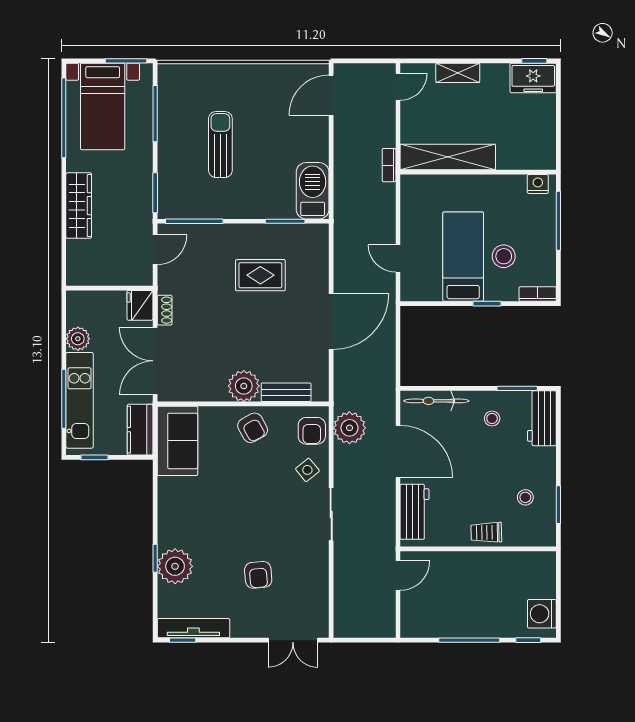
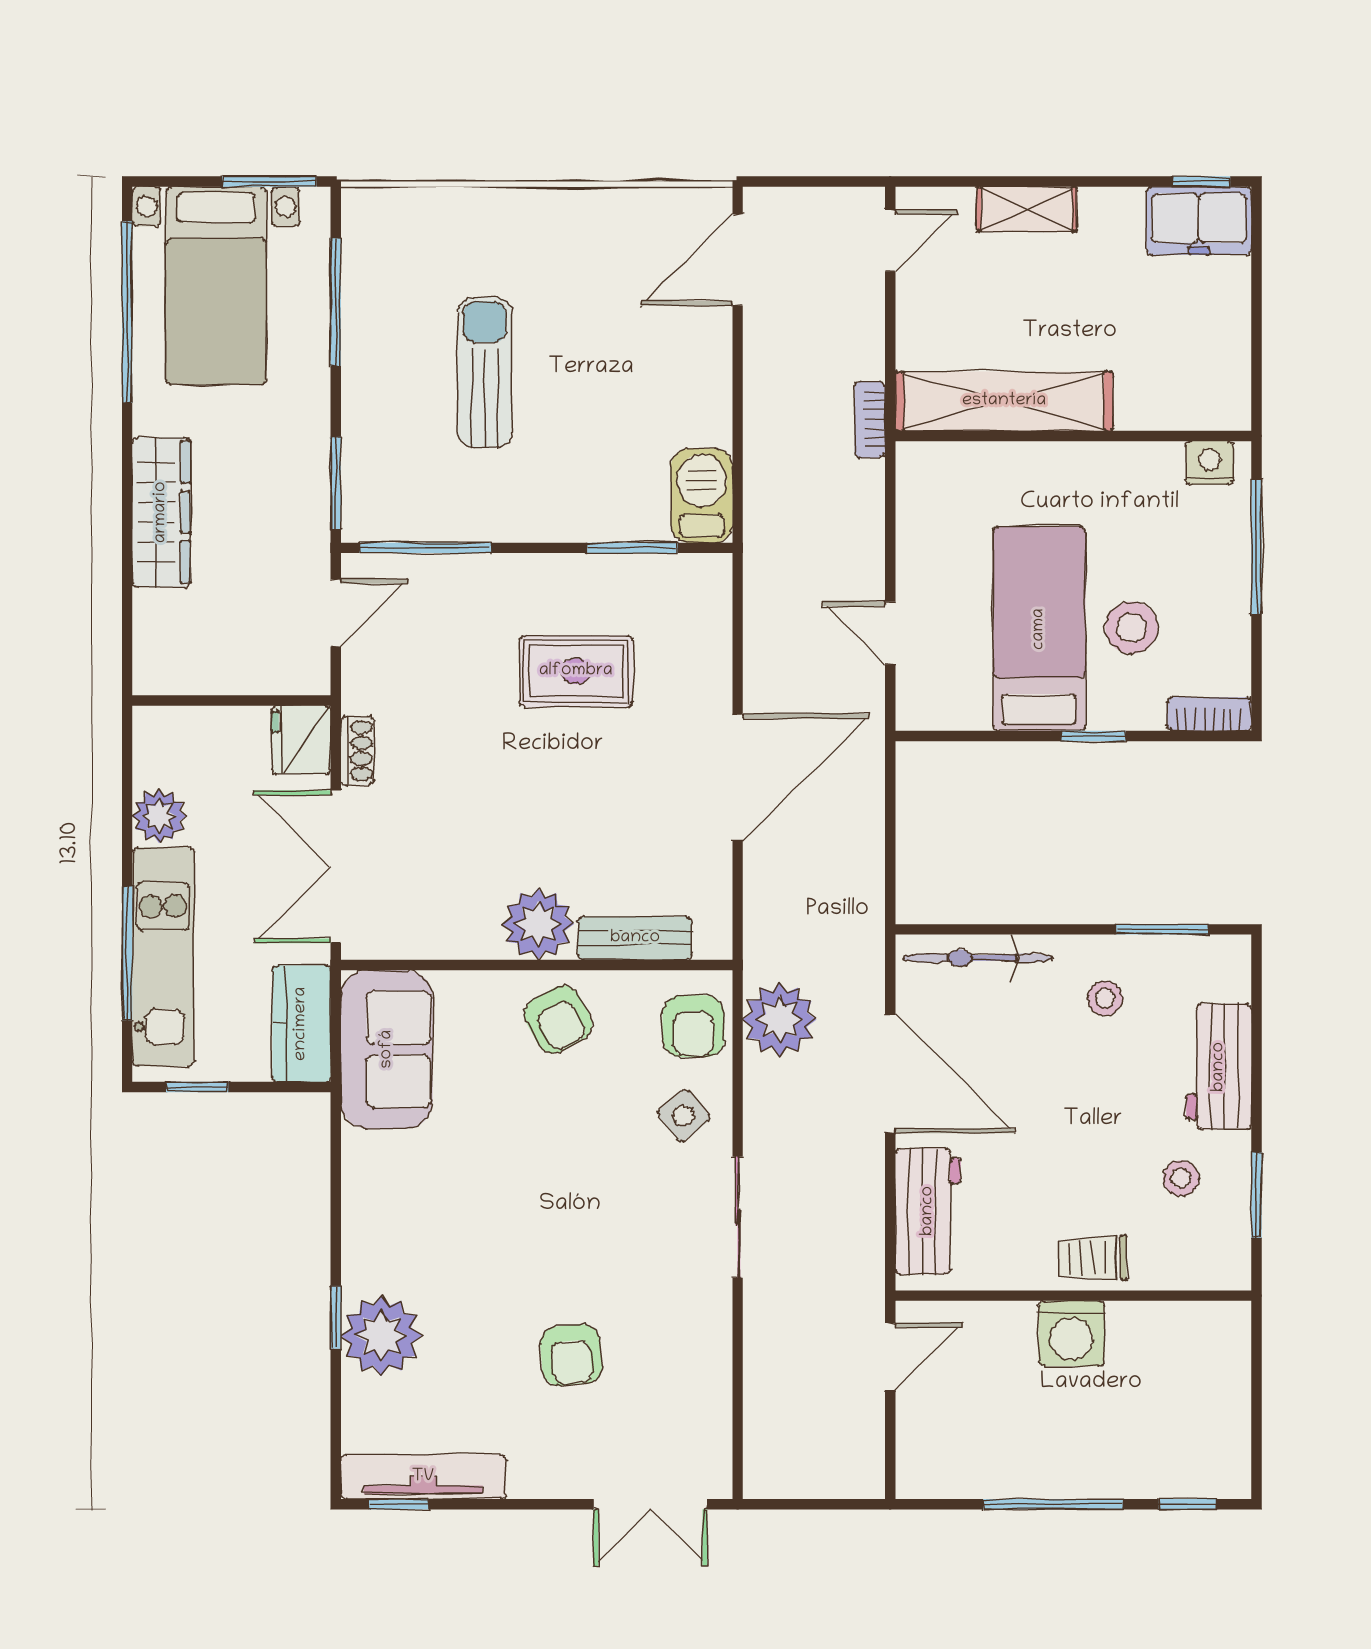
barbecue: (313, 191) -> (702, 496), width x0.73, depth x0.83
workbench: (542, 418) -> (1219, 1067), moved
washing machine: (542, 614) -> (1071, 1333), moved, turned -90

